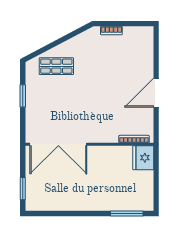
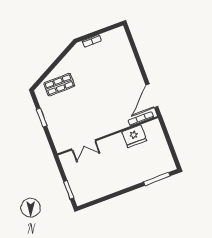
door: (156, 93) -> (152, 96), moved
double door: (58, 144) -> (84, 145), width x0.54
fridge: (143, 158) -> (134, 136), moved, turned -90

